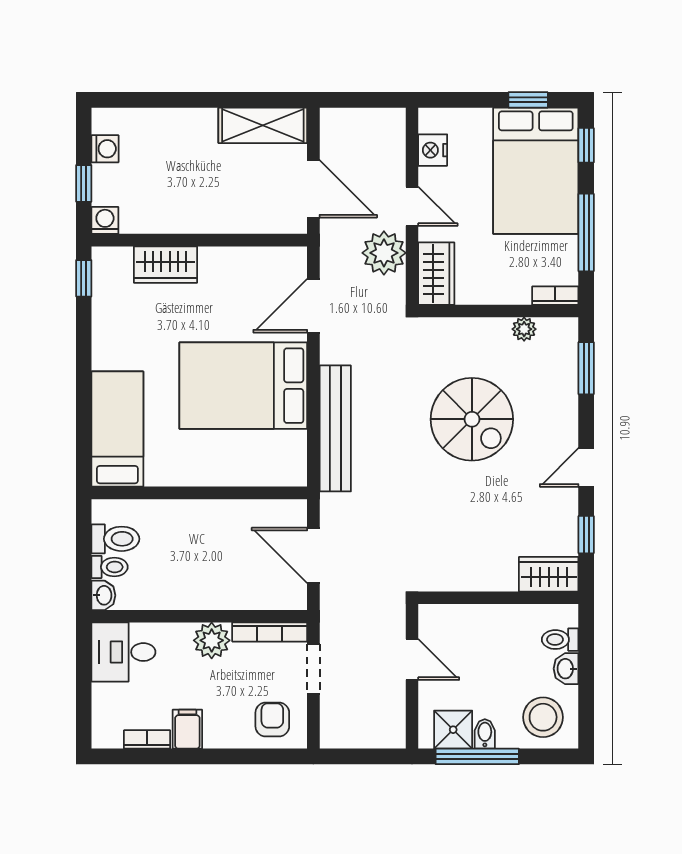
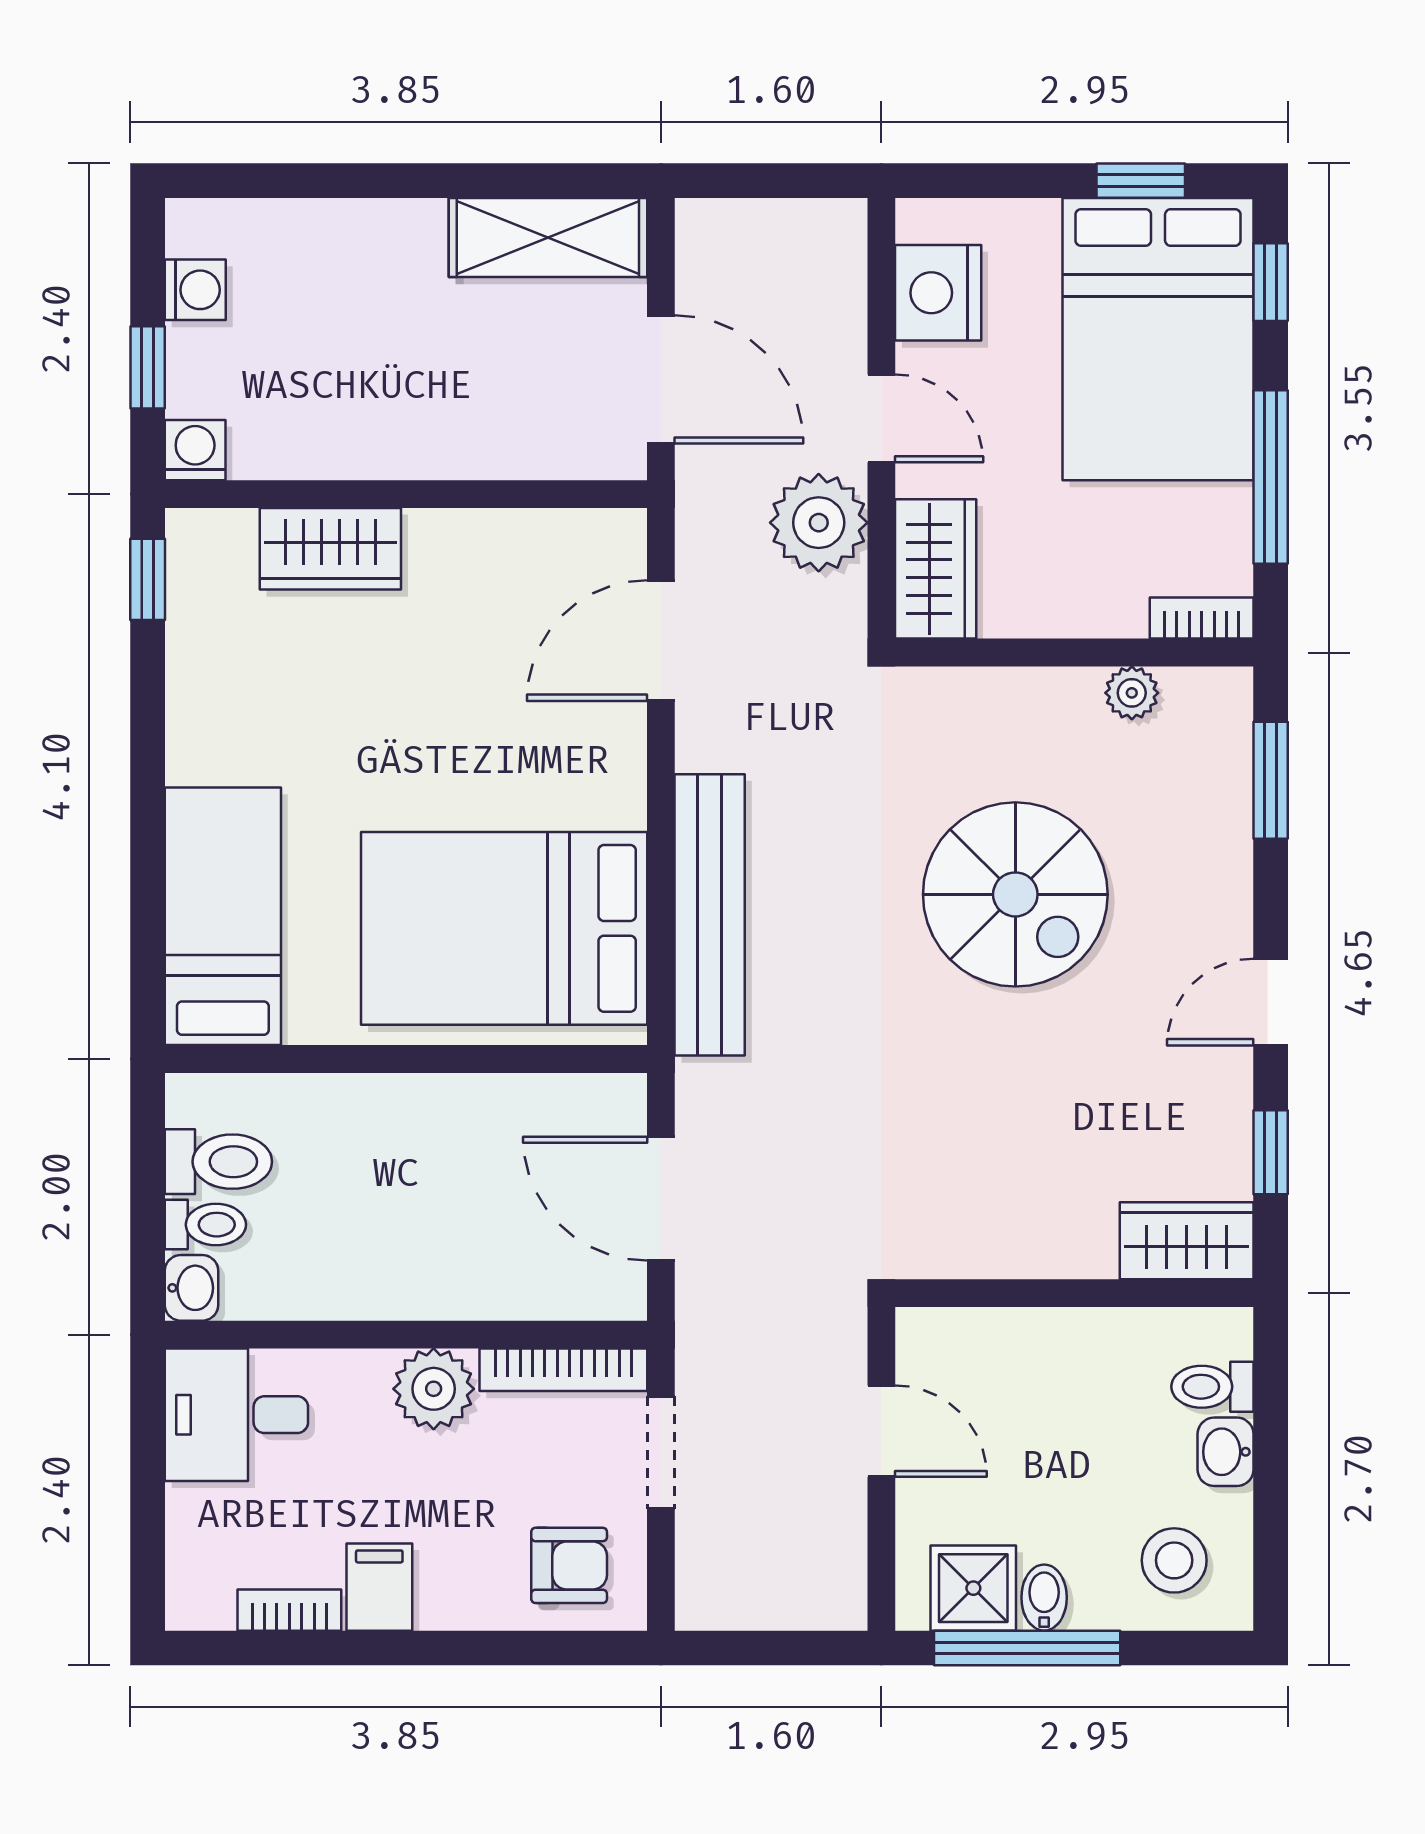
nightstand: (433, 150) -> (938, 293), width x1.36, depth x1.33
bed: (243, 386) -> (504, 928), moved
stool: (543, 717) -> (1174, 1560), width x0.73, depth x0.73
armchair: (272, 719) -> (569, 1565), turned 90

